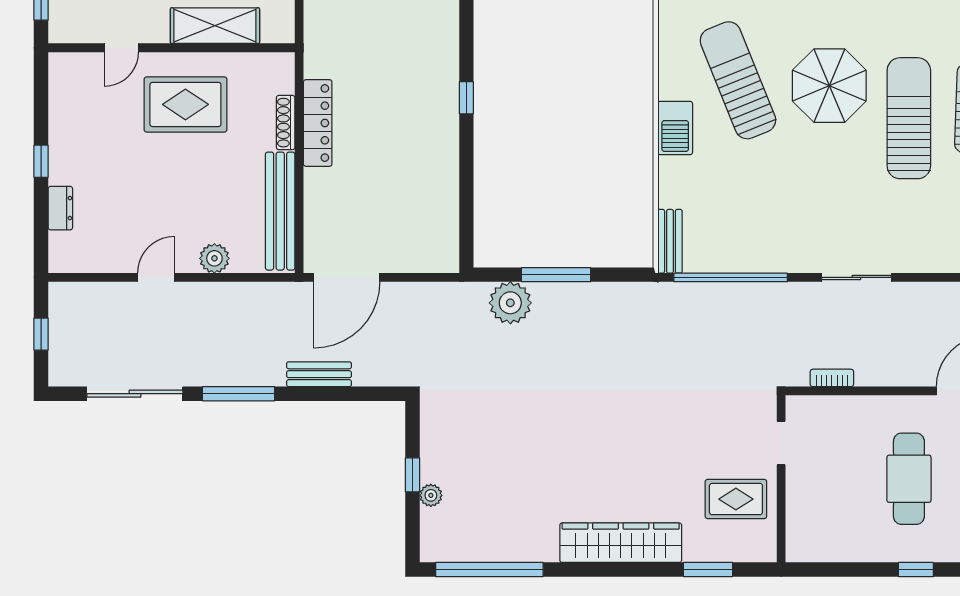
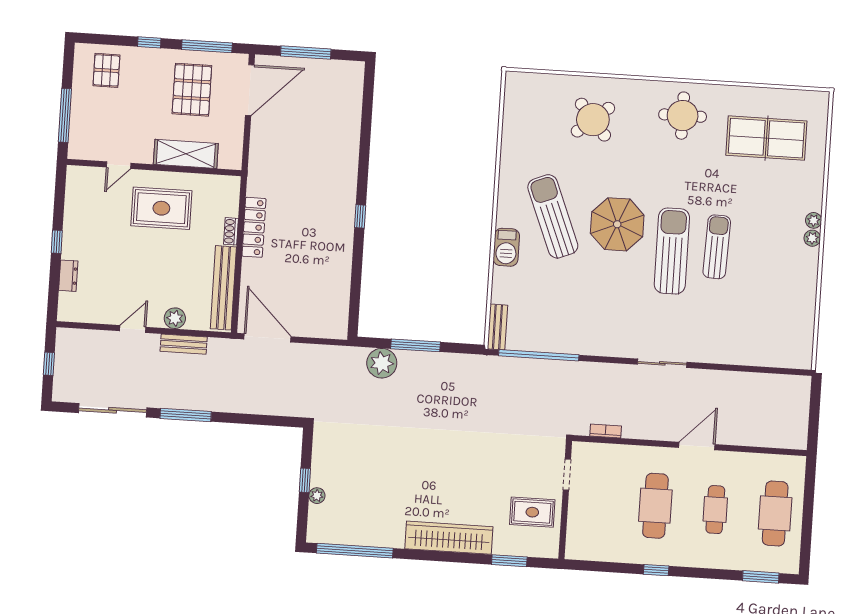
shoe rack: (286, 123) -> (231, 231), width x0.70
door: (347, 277) -> (267, 338), swing flipped
sliding door: (856, 277) -> (662, 363), moved
bench: (319, 374) -> (184, 344), moved

